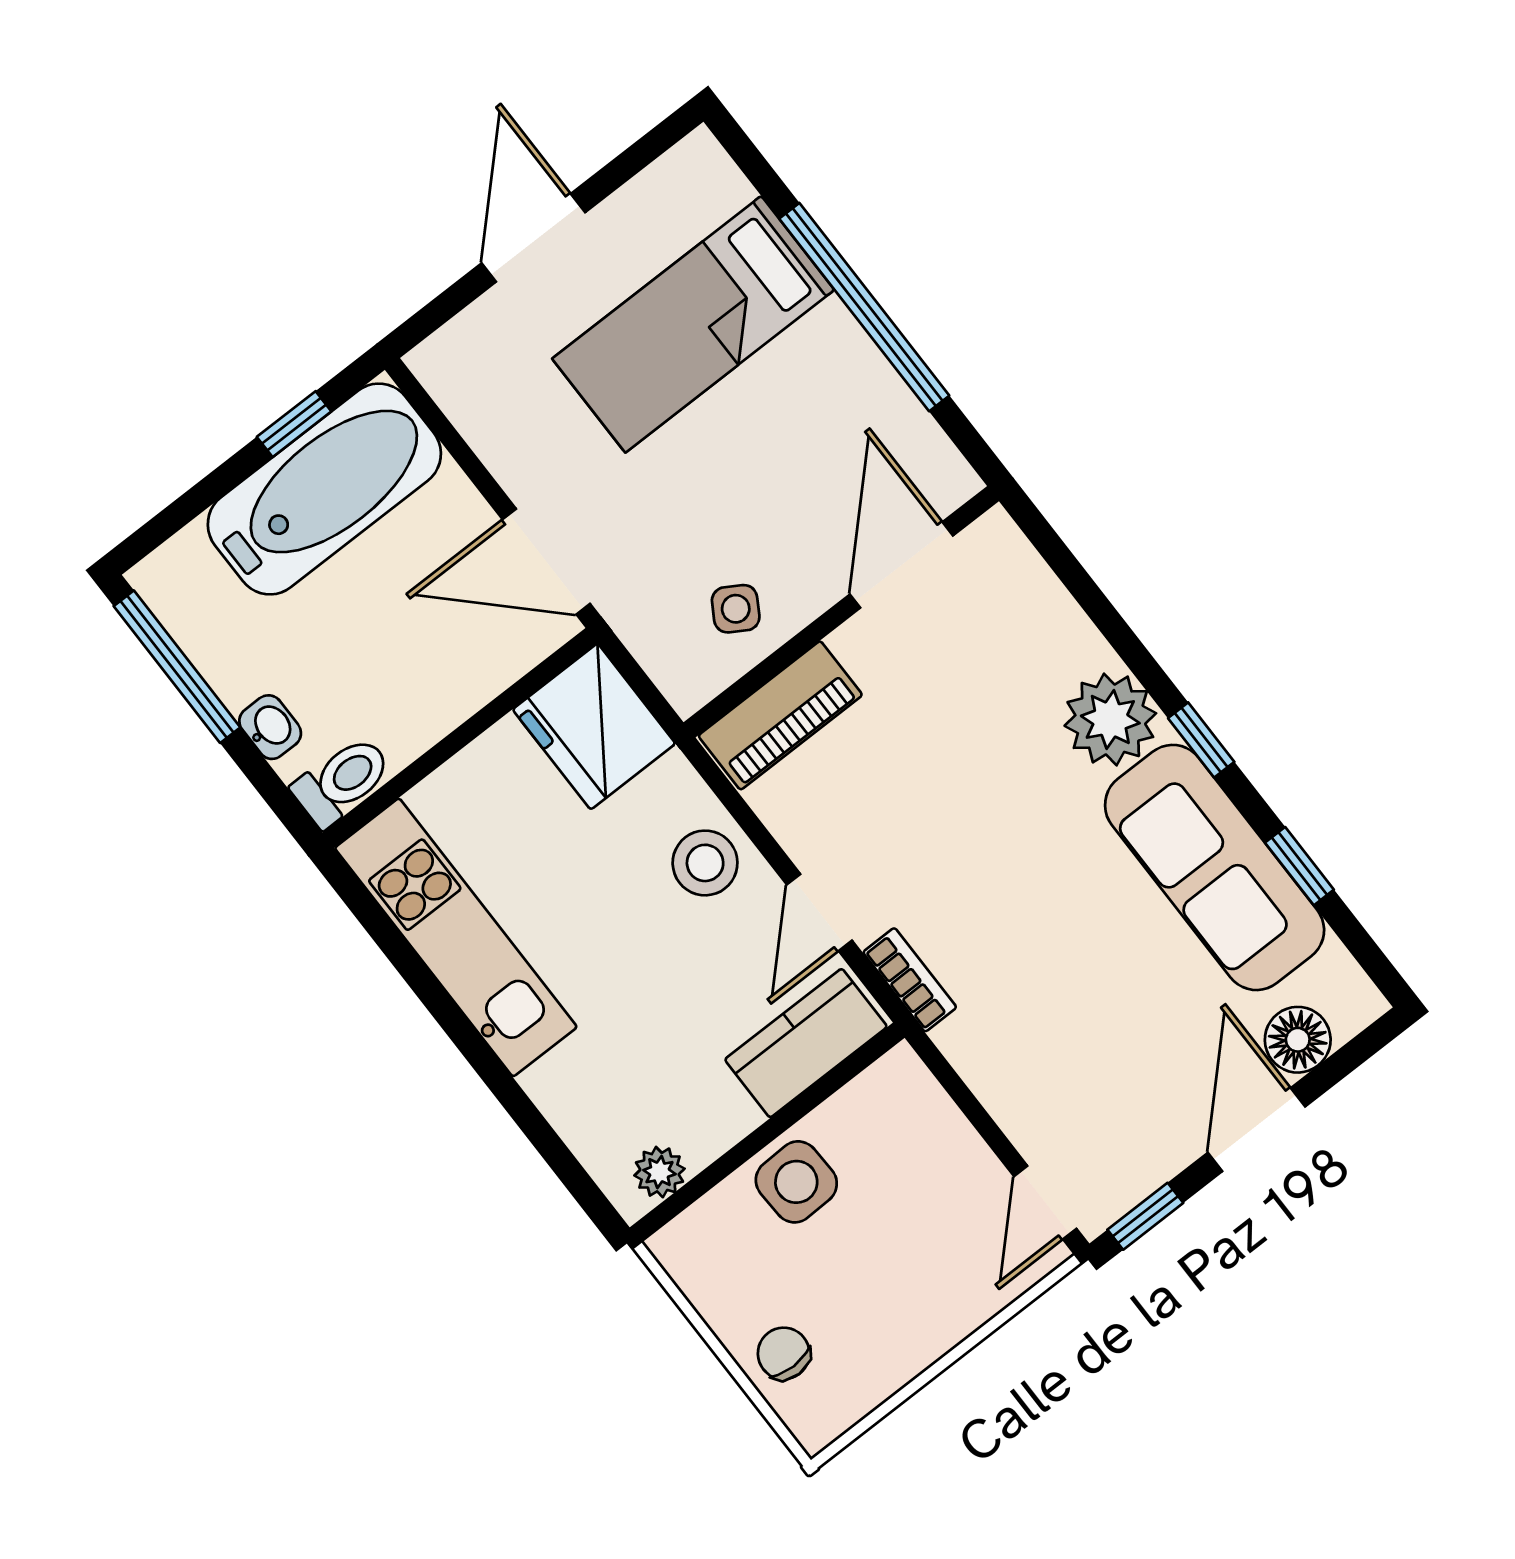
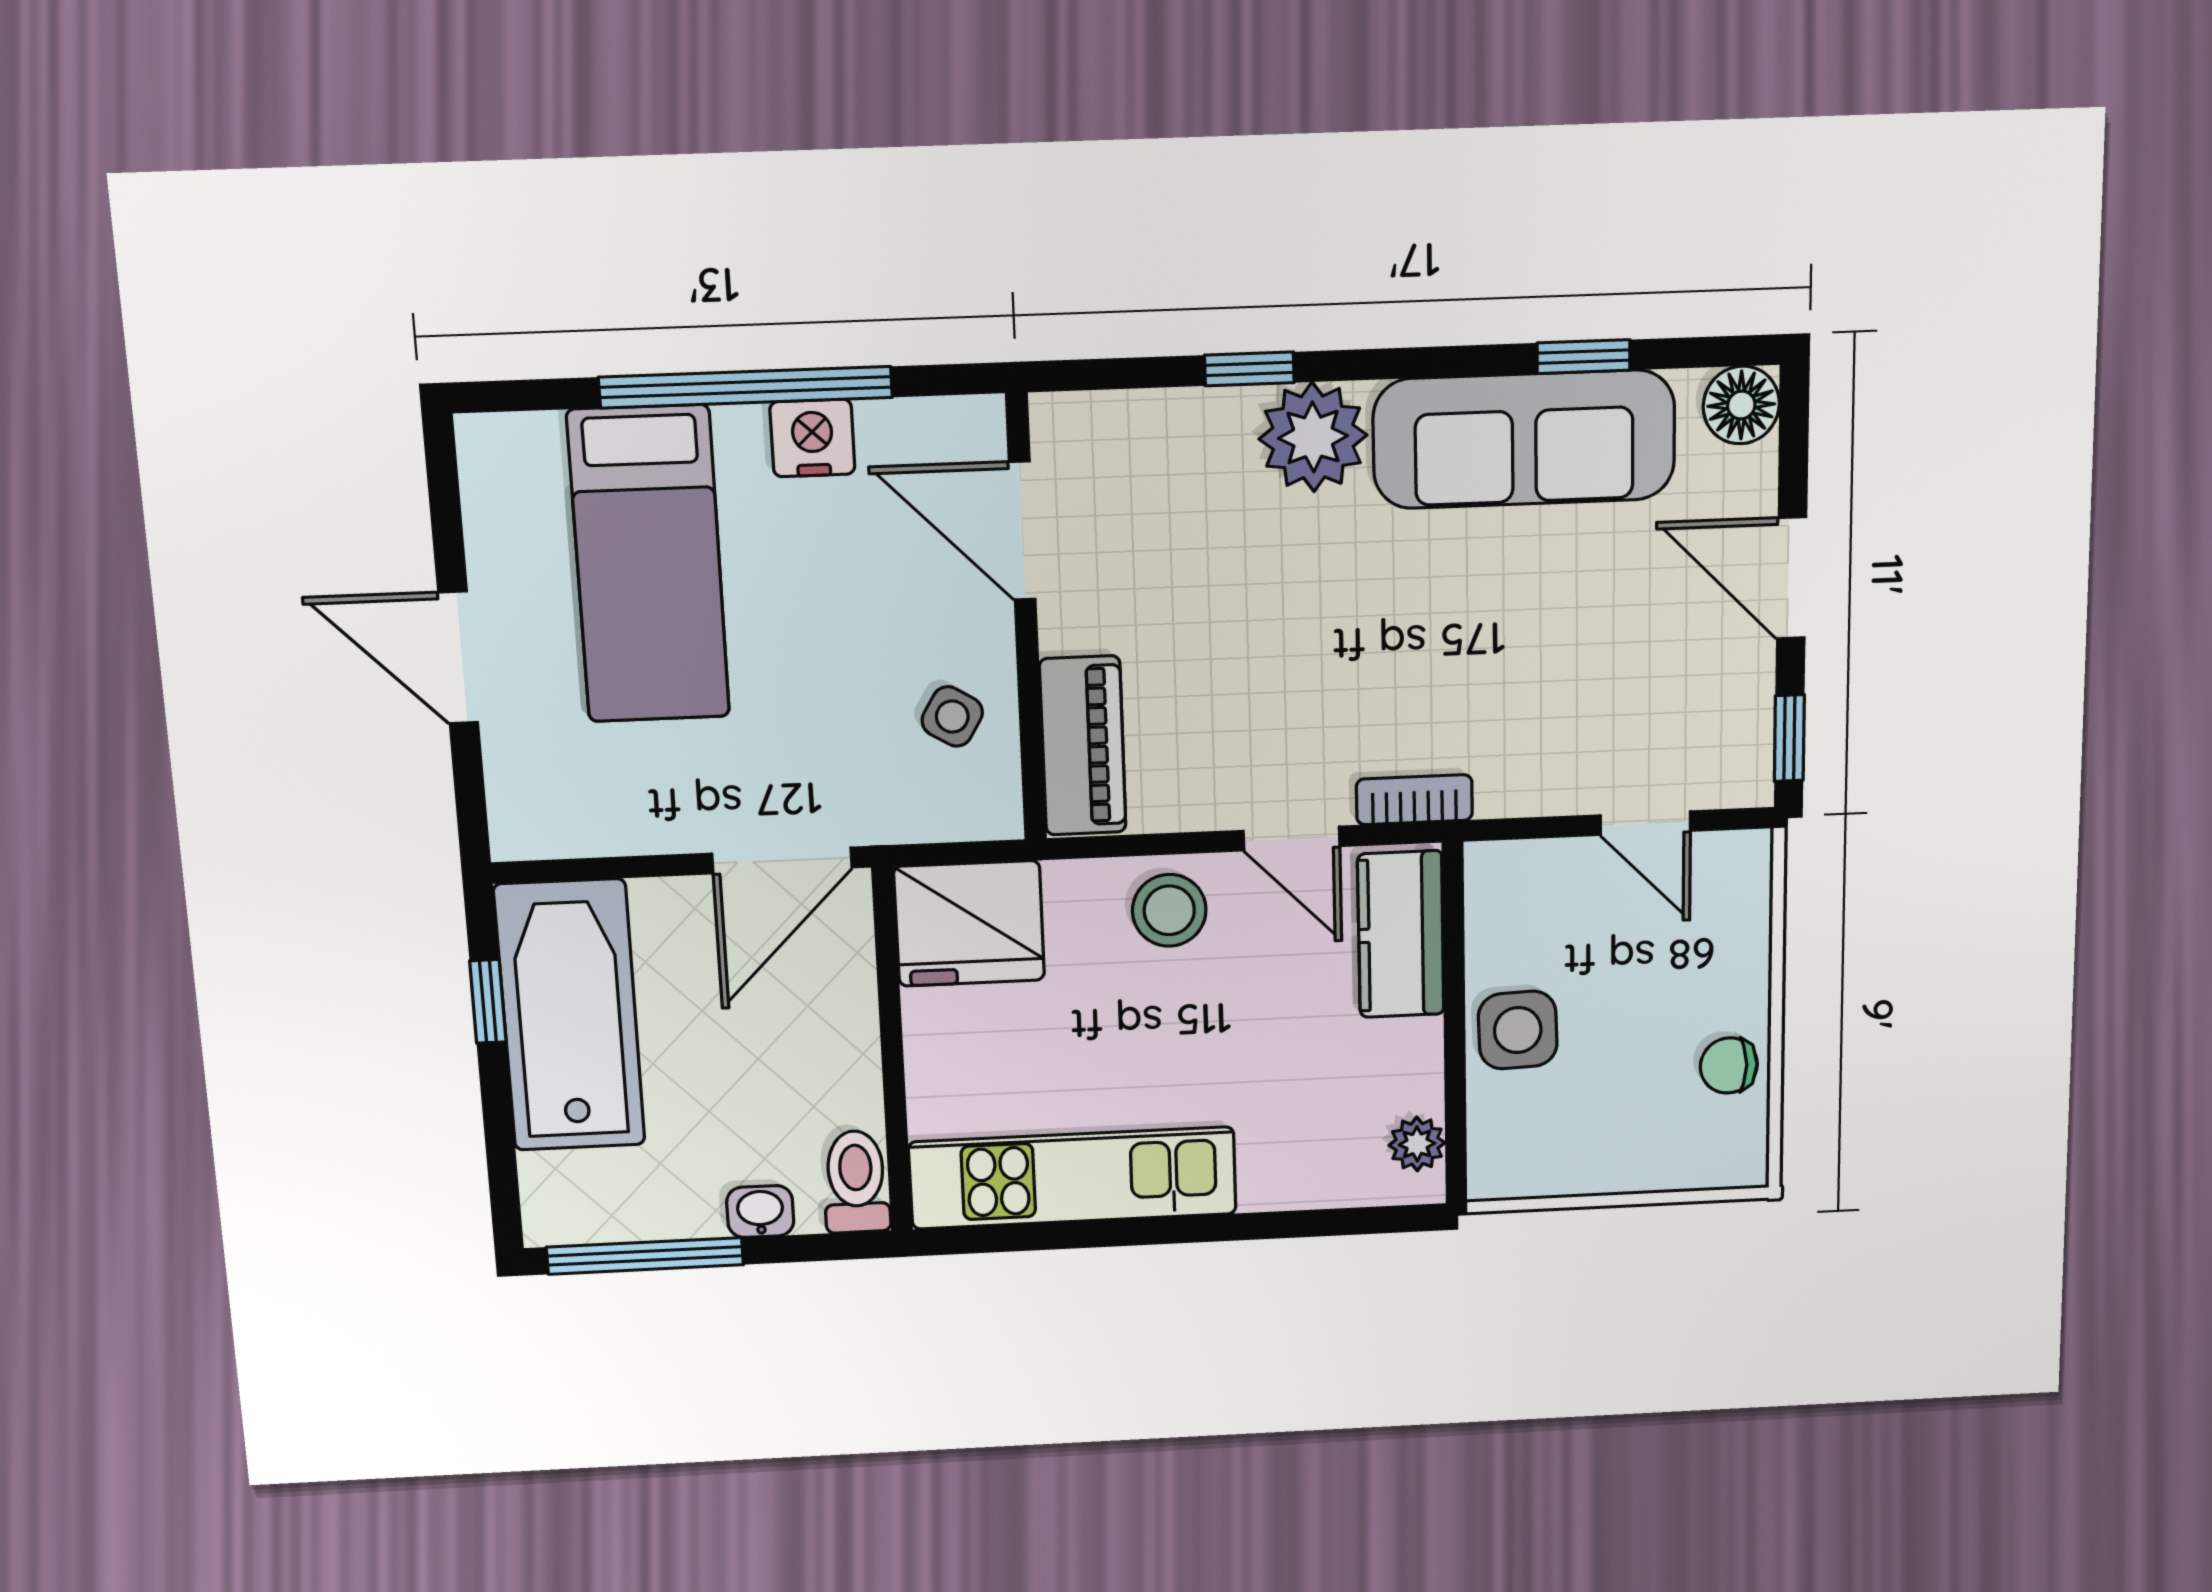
nightstand: (862, 376) -> (812, 438), added
window: (1201, 740) -> (1249, 369), moved
floor lamp: (1298, 1040) -> (1741, 405), moved
door: (1045, 1202) -> (1645, 823), moved
chair: (784, 1353) -> (1729, 1065), moved

